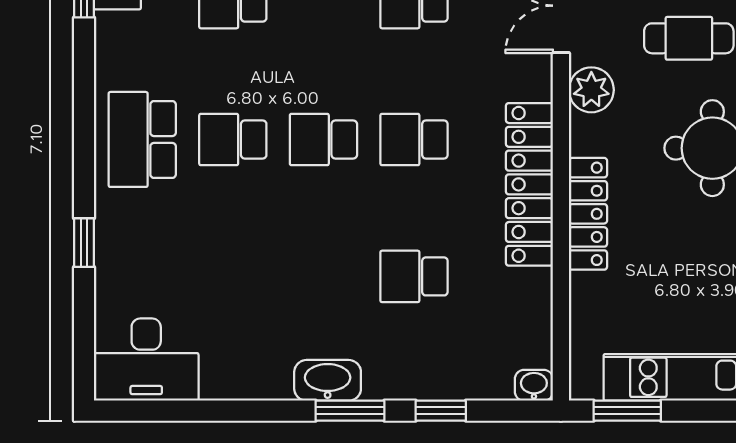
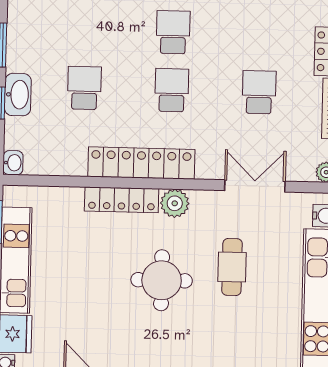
plant: (591, 90) -> (175, 203), moved
washbasin: (328, 380) -> (18, 95), moved

